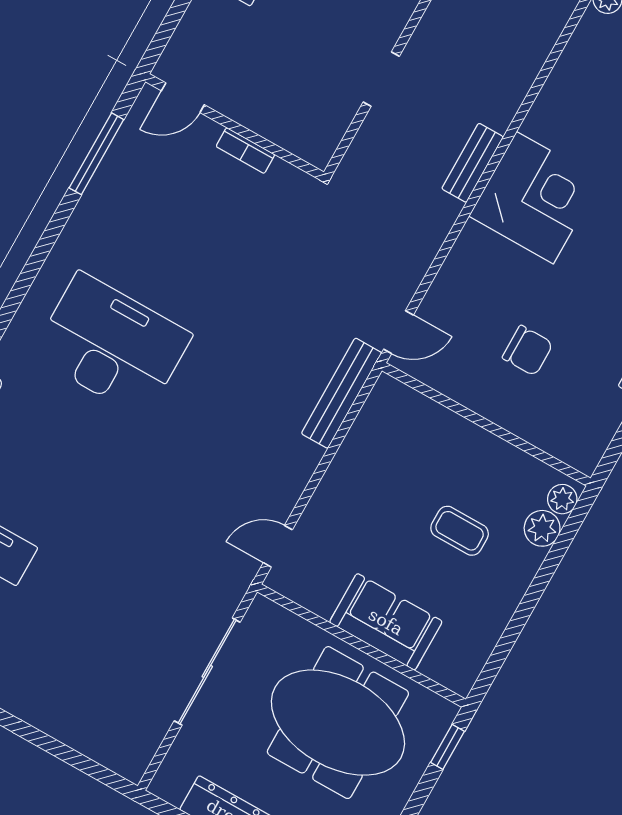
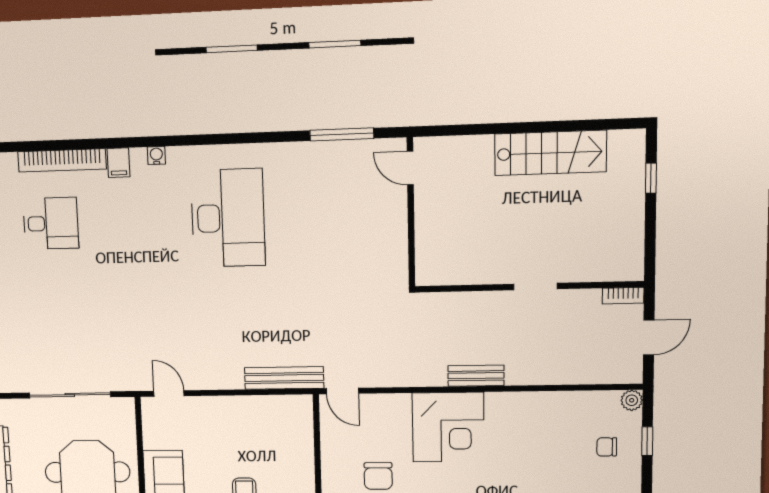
doorway: (381, 79) -> (535, 287), moved
bookcase: (245, 151) -> (400, 228), removed
corner desk: (535, 198) -> (448, 427), moved

